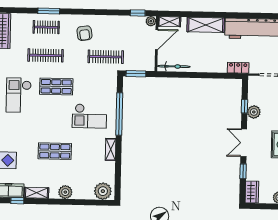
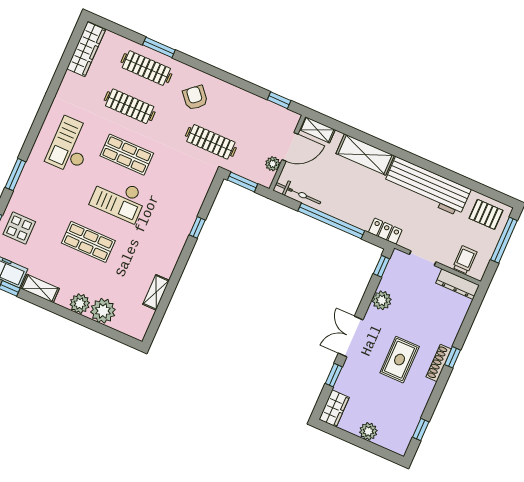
plant: (151, 21) -> (273, 164), moved
clothes rail: (46, 27) -> (146, 68), width x1.36
armchair: (84, 33) -> (195, 98), turned 148
window: (202, 75) -> (331, 221), added
window: (244, 106) -> (381, 266), moved
window: (119, 114) -> (197, 227), width x0.32
checkout: (89, 116) -> (118, 199), moved
shelving: (111, 149) -> (156, 292), moved
plant: (103, 191) -> (103, 311), moved

